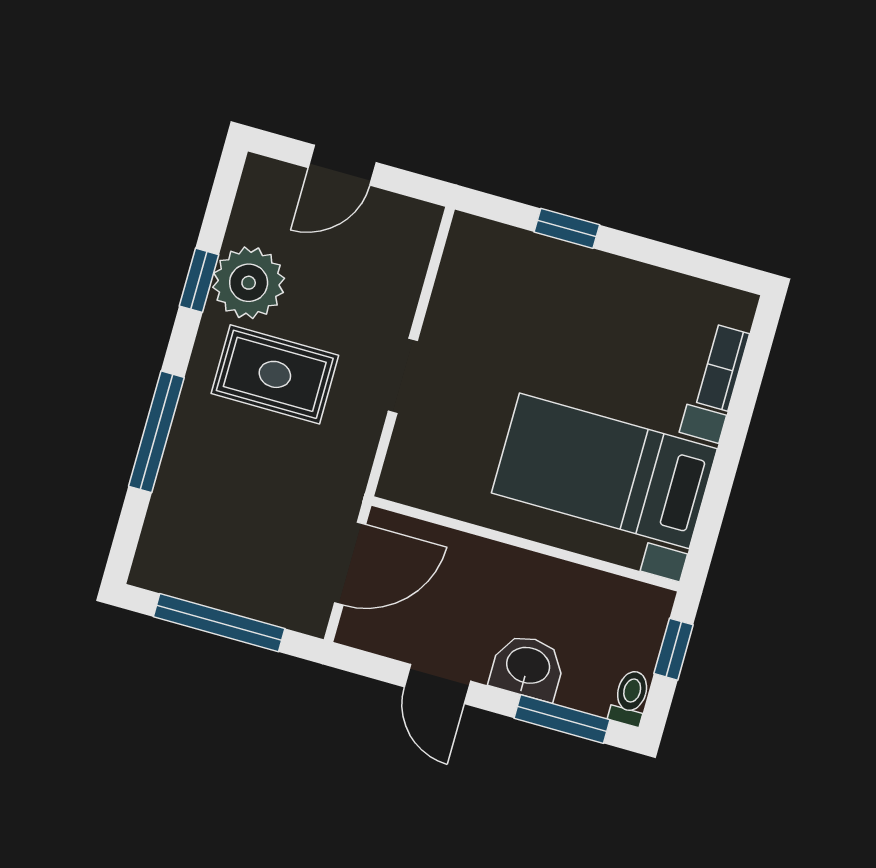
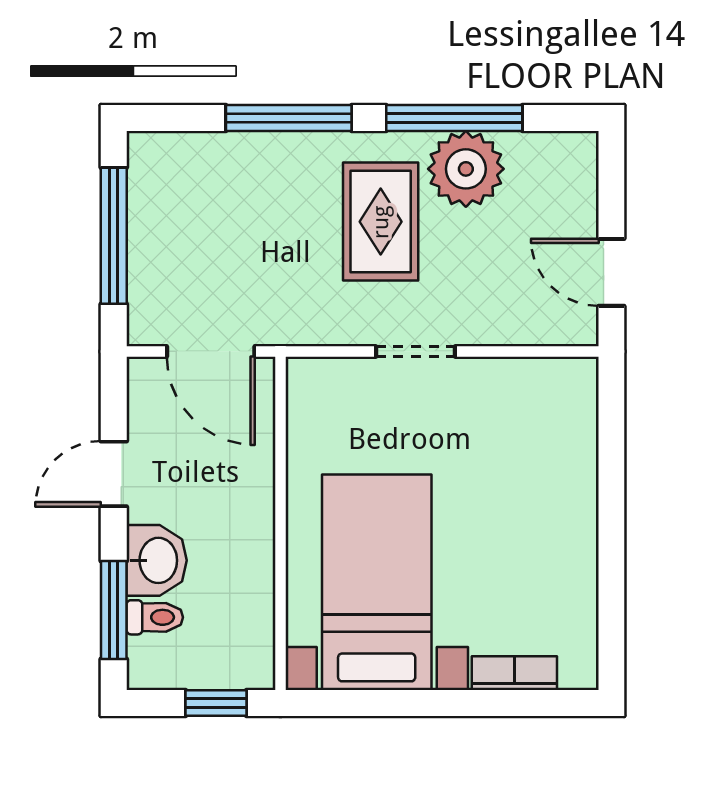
door: (342, 165) -> (611, 272), moved
window: (567, 228) -> (611, 475), removed
window: (199, 280) -> (454, 118), width x2.17
toilet: (630, 698) -> (155, 617), moved

